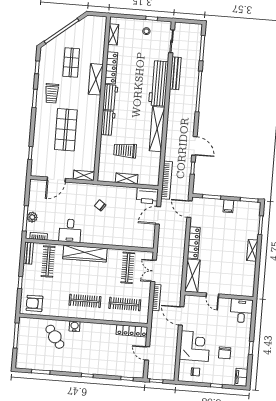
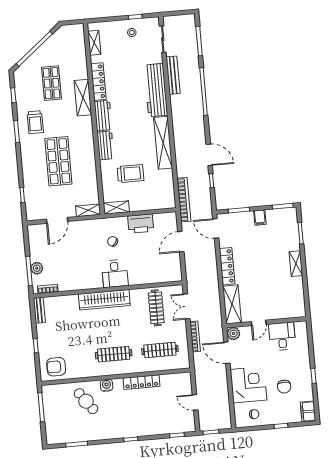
trolley: (125, 150) -> (130, 174), turned 180
shelving: (127, 179) -> (116, 207), moved
printer: (147, 196) -> (141, 224), moved
desk: (70, 231) -> (115, 274), moved
clothes rail: (48, 261) -> (64, 316), removed
door: (212, 295) -> (259, 323), hinge flipped
plant: (189, 301) -> (233, 333), added
desk: (242, 311) -> (282, 336), moved
locker: (132, 331) -> (142, 382), moved

